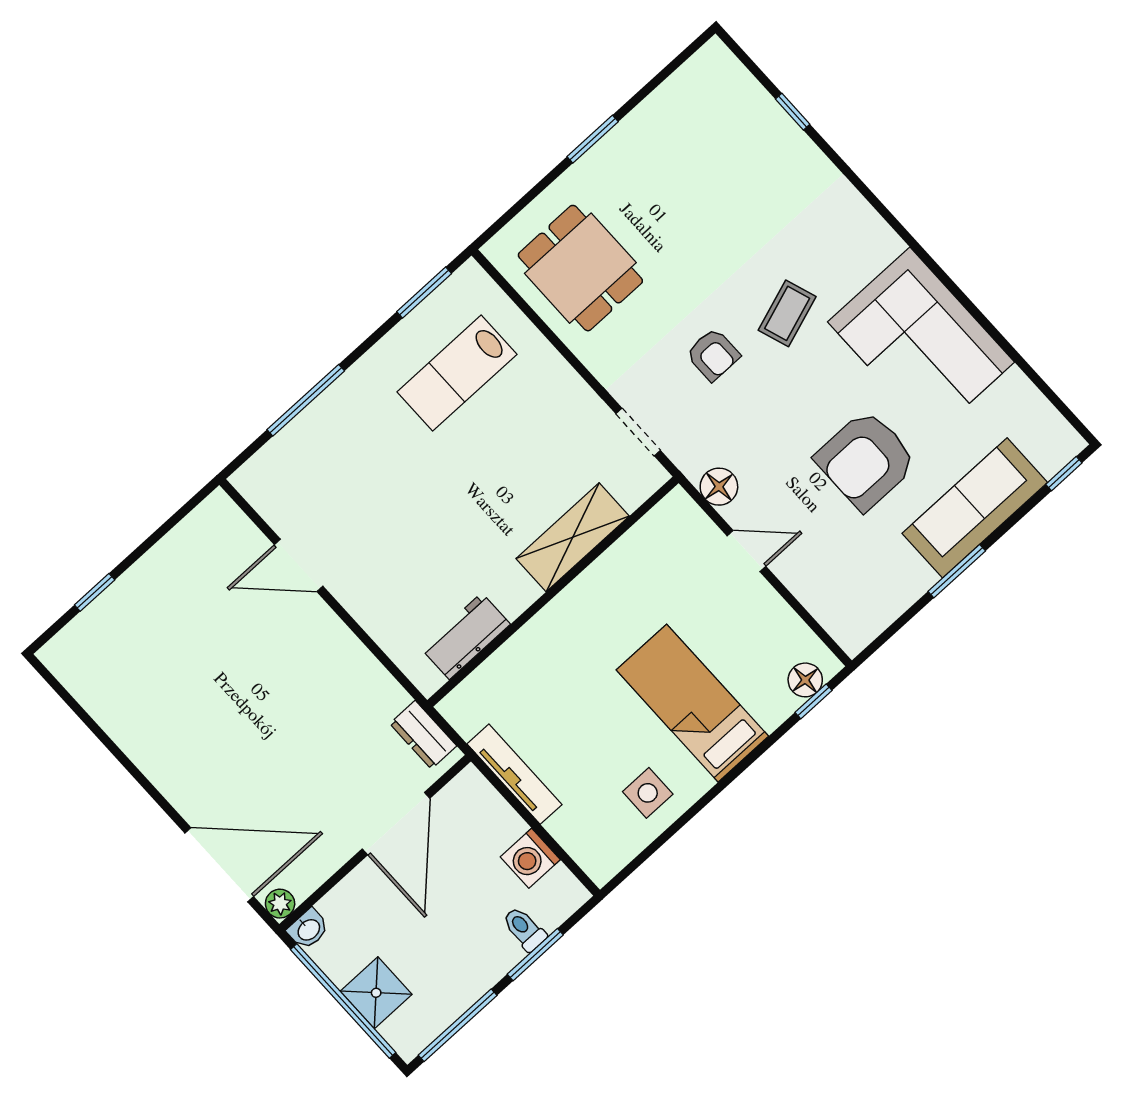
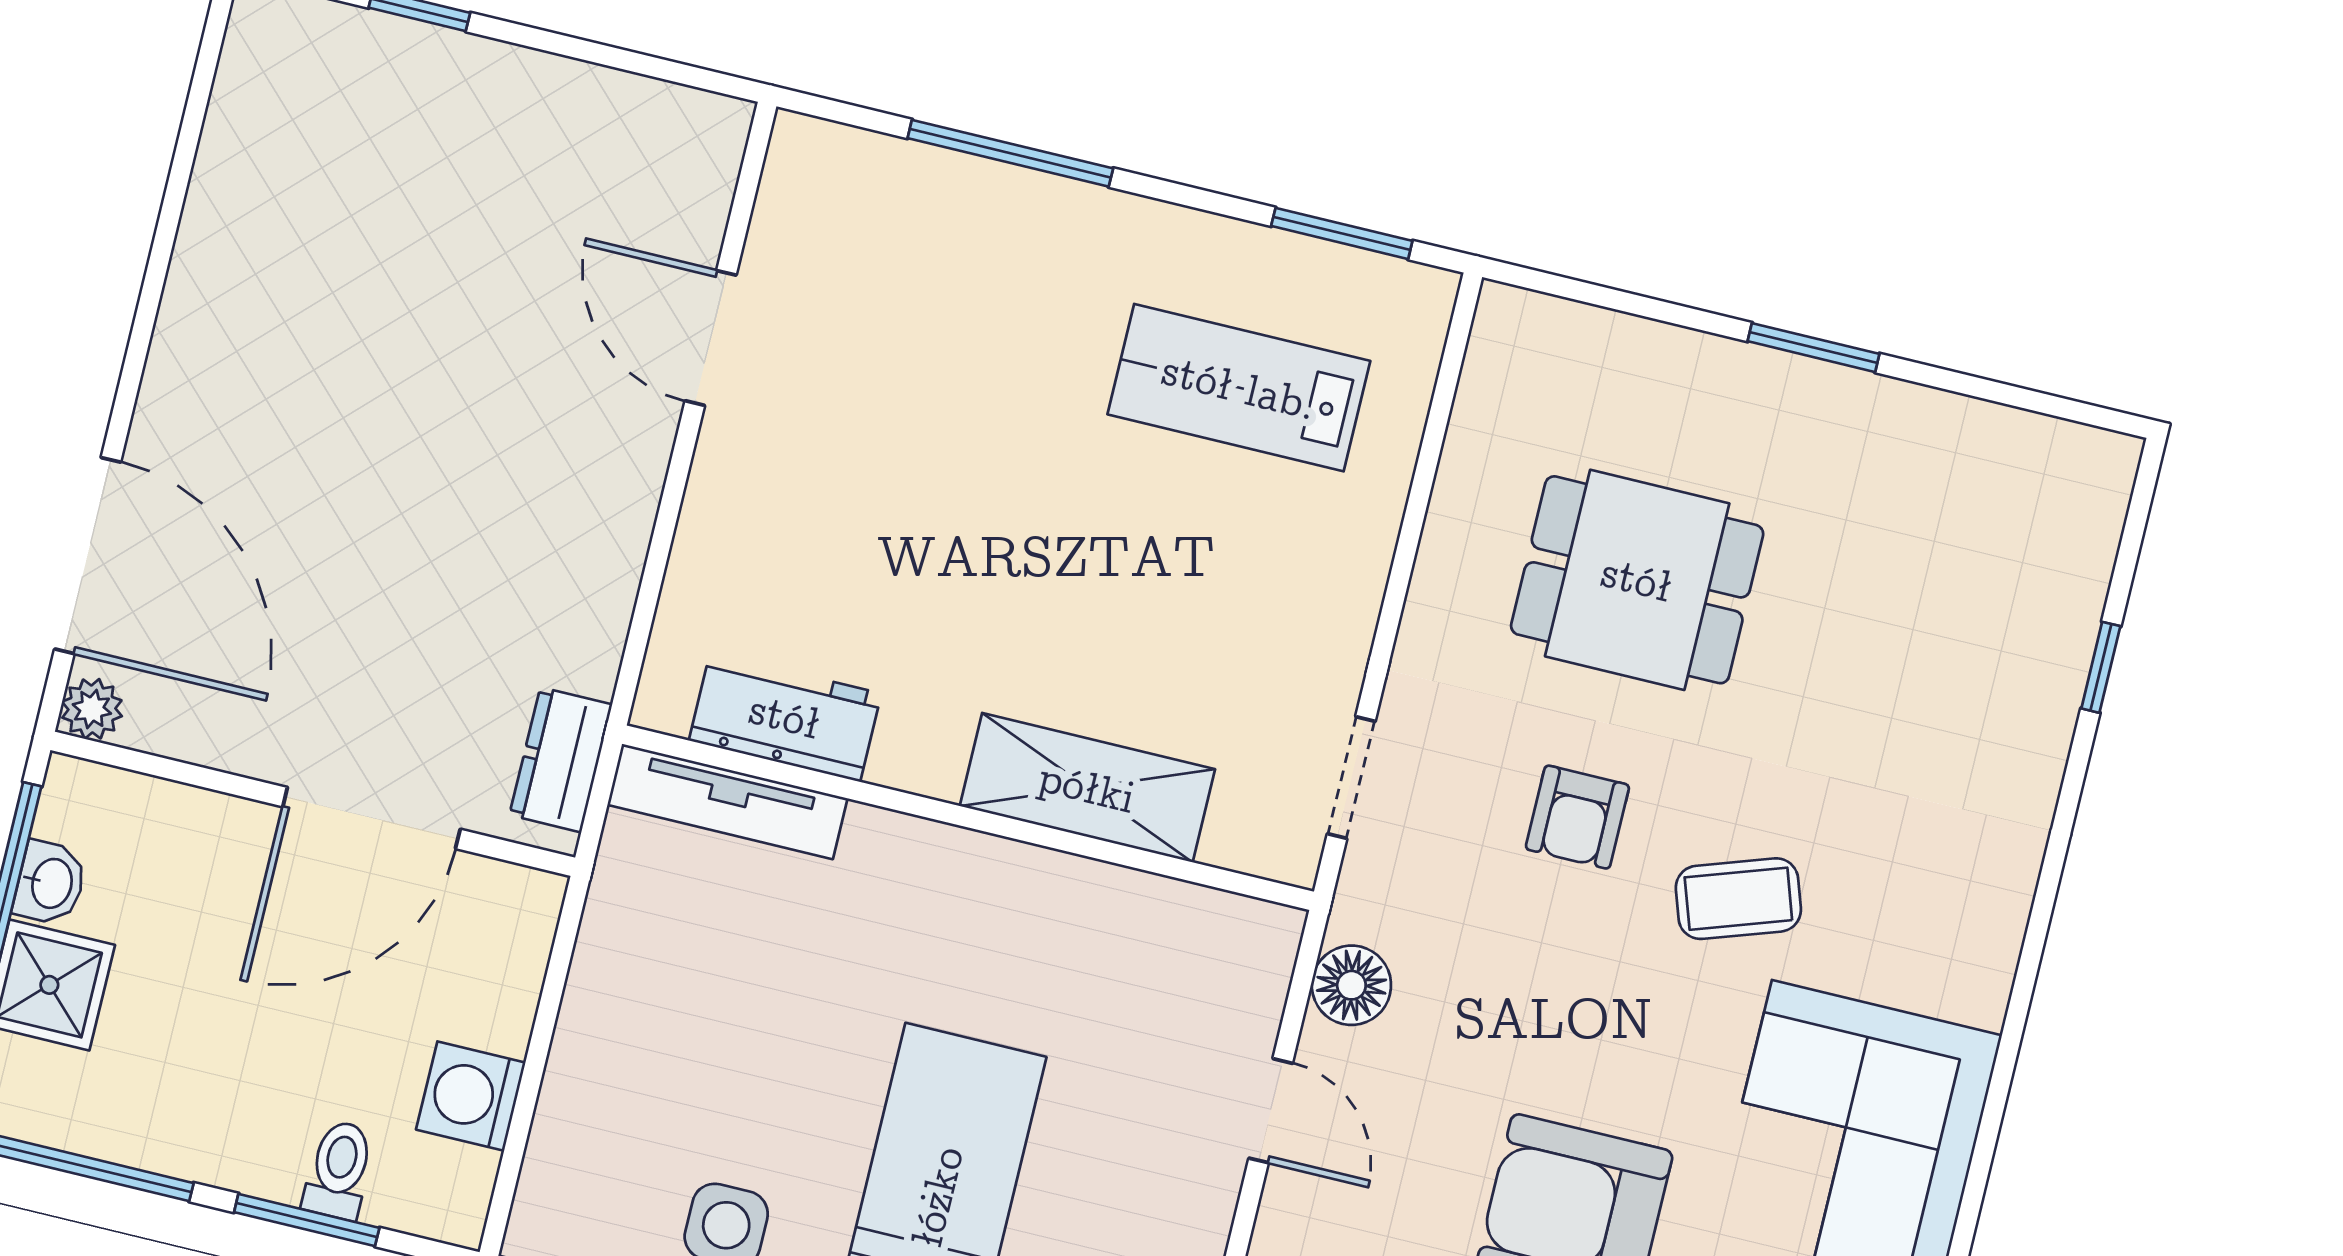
dining table: (580, 268) -> (1637, 580), moved, turned 90
tv unit: (514, 774) -> (727, 802), moved, turned 90
washbasin: (308, 929) -> (50, 883), moved, turned -90

